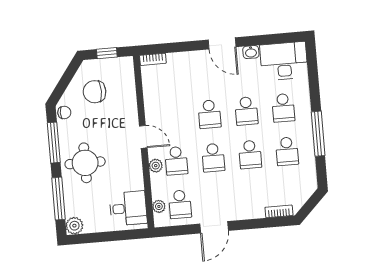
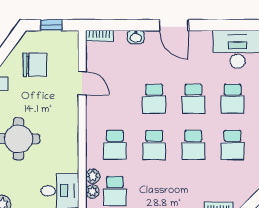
washbasin: (251, 52) -> (136, 37), moved
chair: (95, 92) -> (35, 65), turned 180
door: (143, 137) -> (82, 83), moved
plant: (156, 166) -> (93, 176), moved

